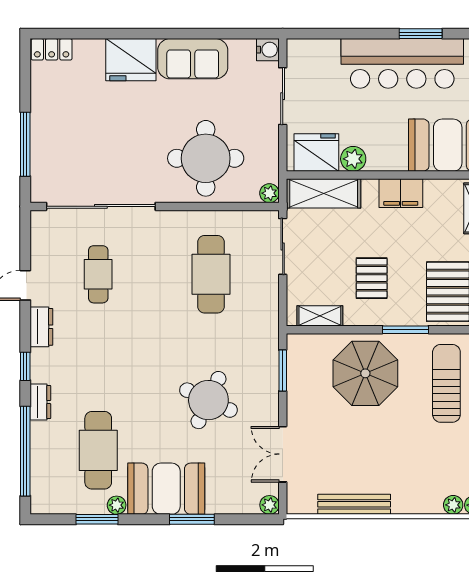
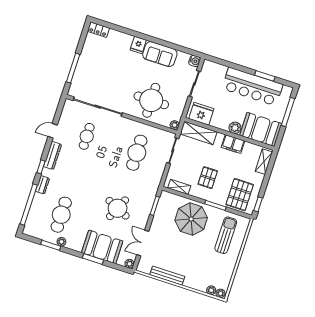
fridge: (131, 60) -> (138, 45), width x0.53, depth x0.75
plant: (353, 159) -> (235, 128), moved
dresser: (41, 327) -> (53, 155), width x1.44
booth: (166, 489) -> (102, 247), moved

